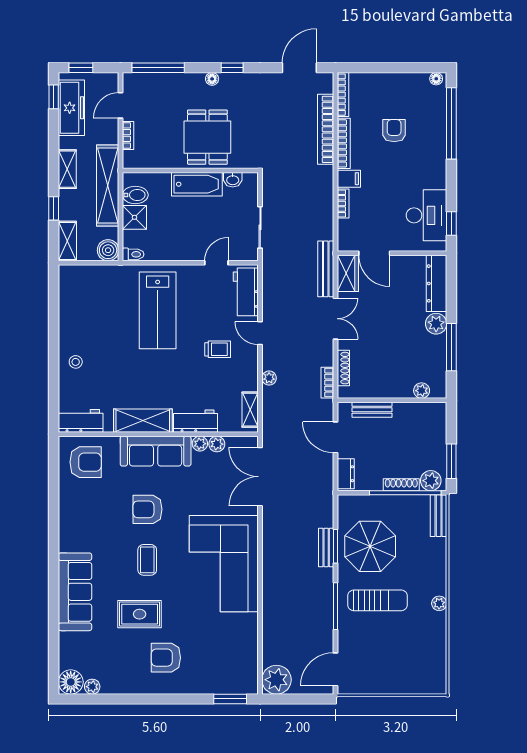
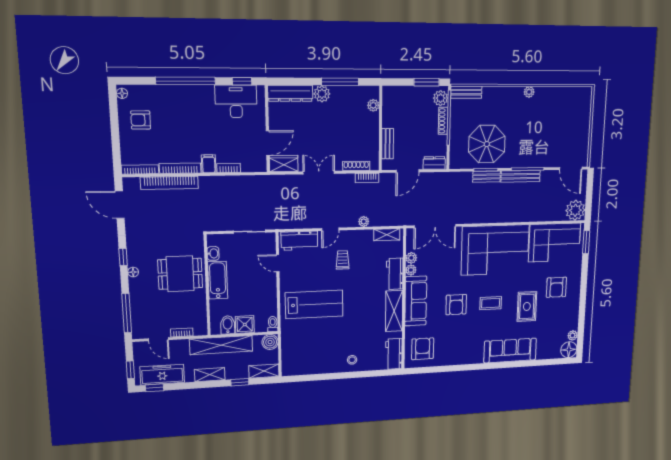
window: (451, 123) -> (186, 81), moved
armchair: (394, 131) -> (141, 120), moved
bench: (326, 269) -> (521, 176), moved
sun lounger: (377, 600) -> (525, 138), removed
corner sofa: (231, 651) -> (555, 242), added

